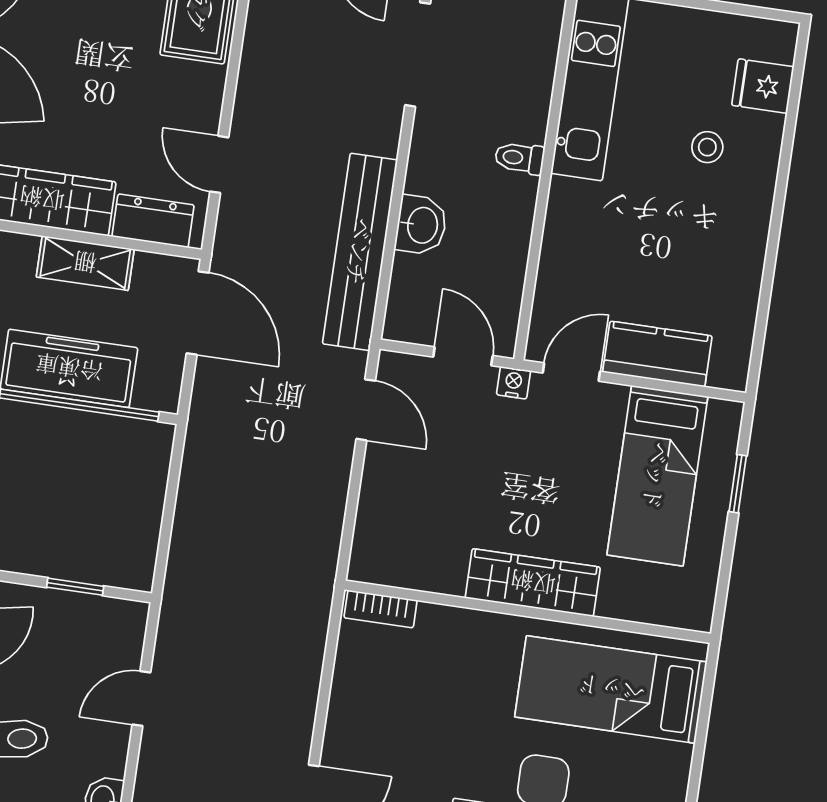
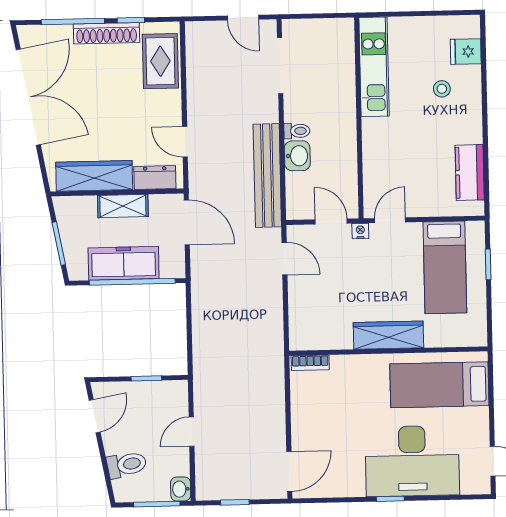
toilet: (520, 158) -> (297, 131), moved, turned 180
kitchen counter: (657, 354) -> (470, 172), moved, turned -90

